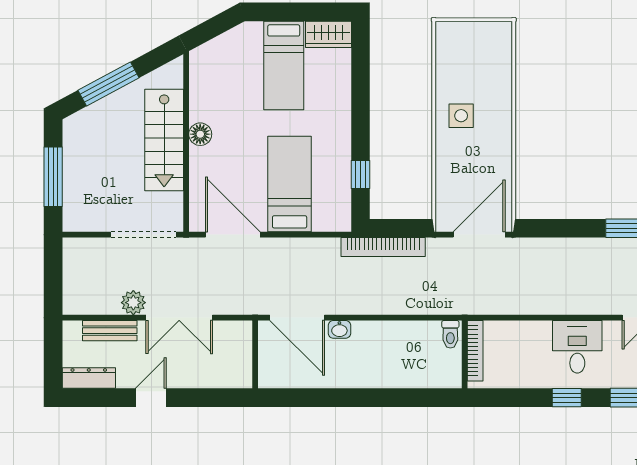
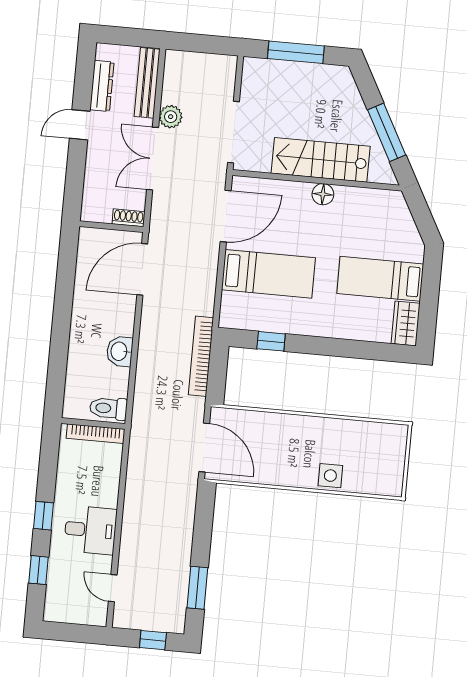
window: (108, 84) -> (387, 132), moved
side table: (461, 116) -> (330, 476), moved
washbasin: (339, 329) -> (120, 351), moved, width x1.38, depth x1.45
bench: (110, 331) -> (147, 83), width x1.36
toilet: (450, 334) -> (108, 408), width x1.37, depth x1.39
shoe rack: (244, 337) -> (128, 218), added
dresser: (89, 378) -> (102, 86), moved
door: (151, 398) -> (80, 125), swing flipped

